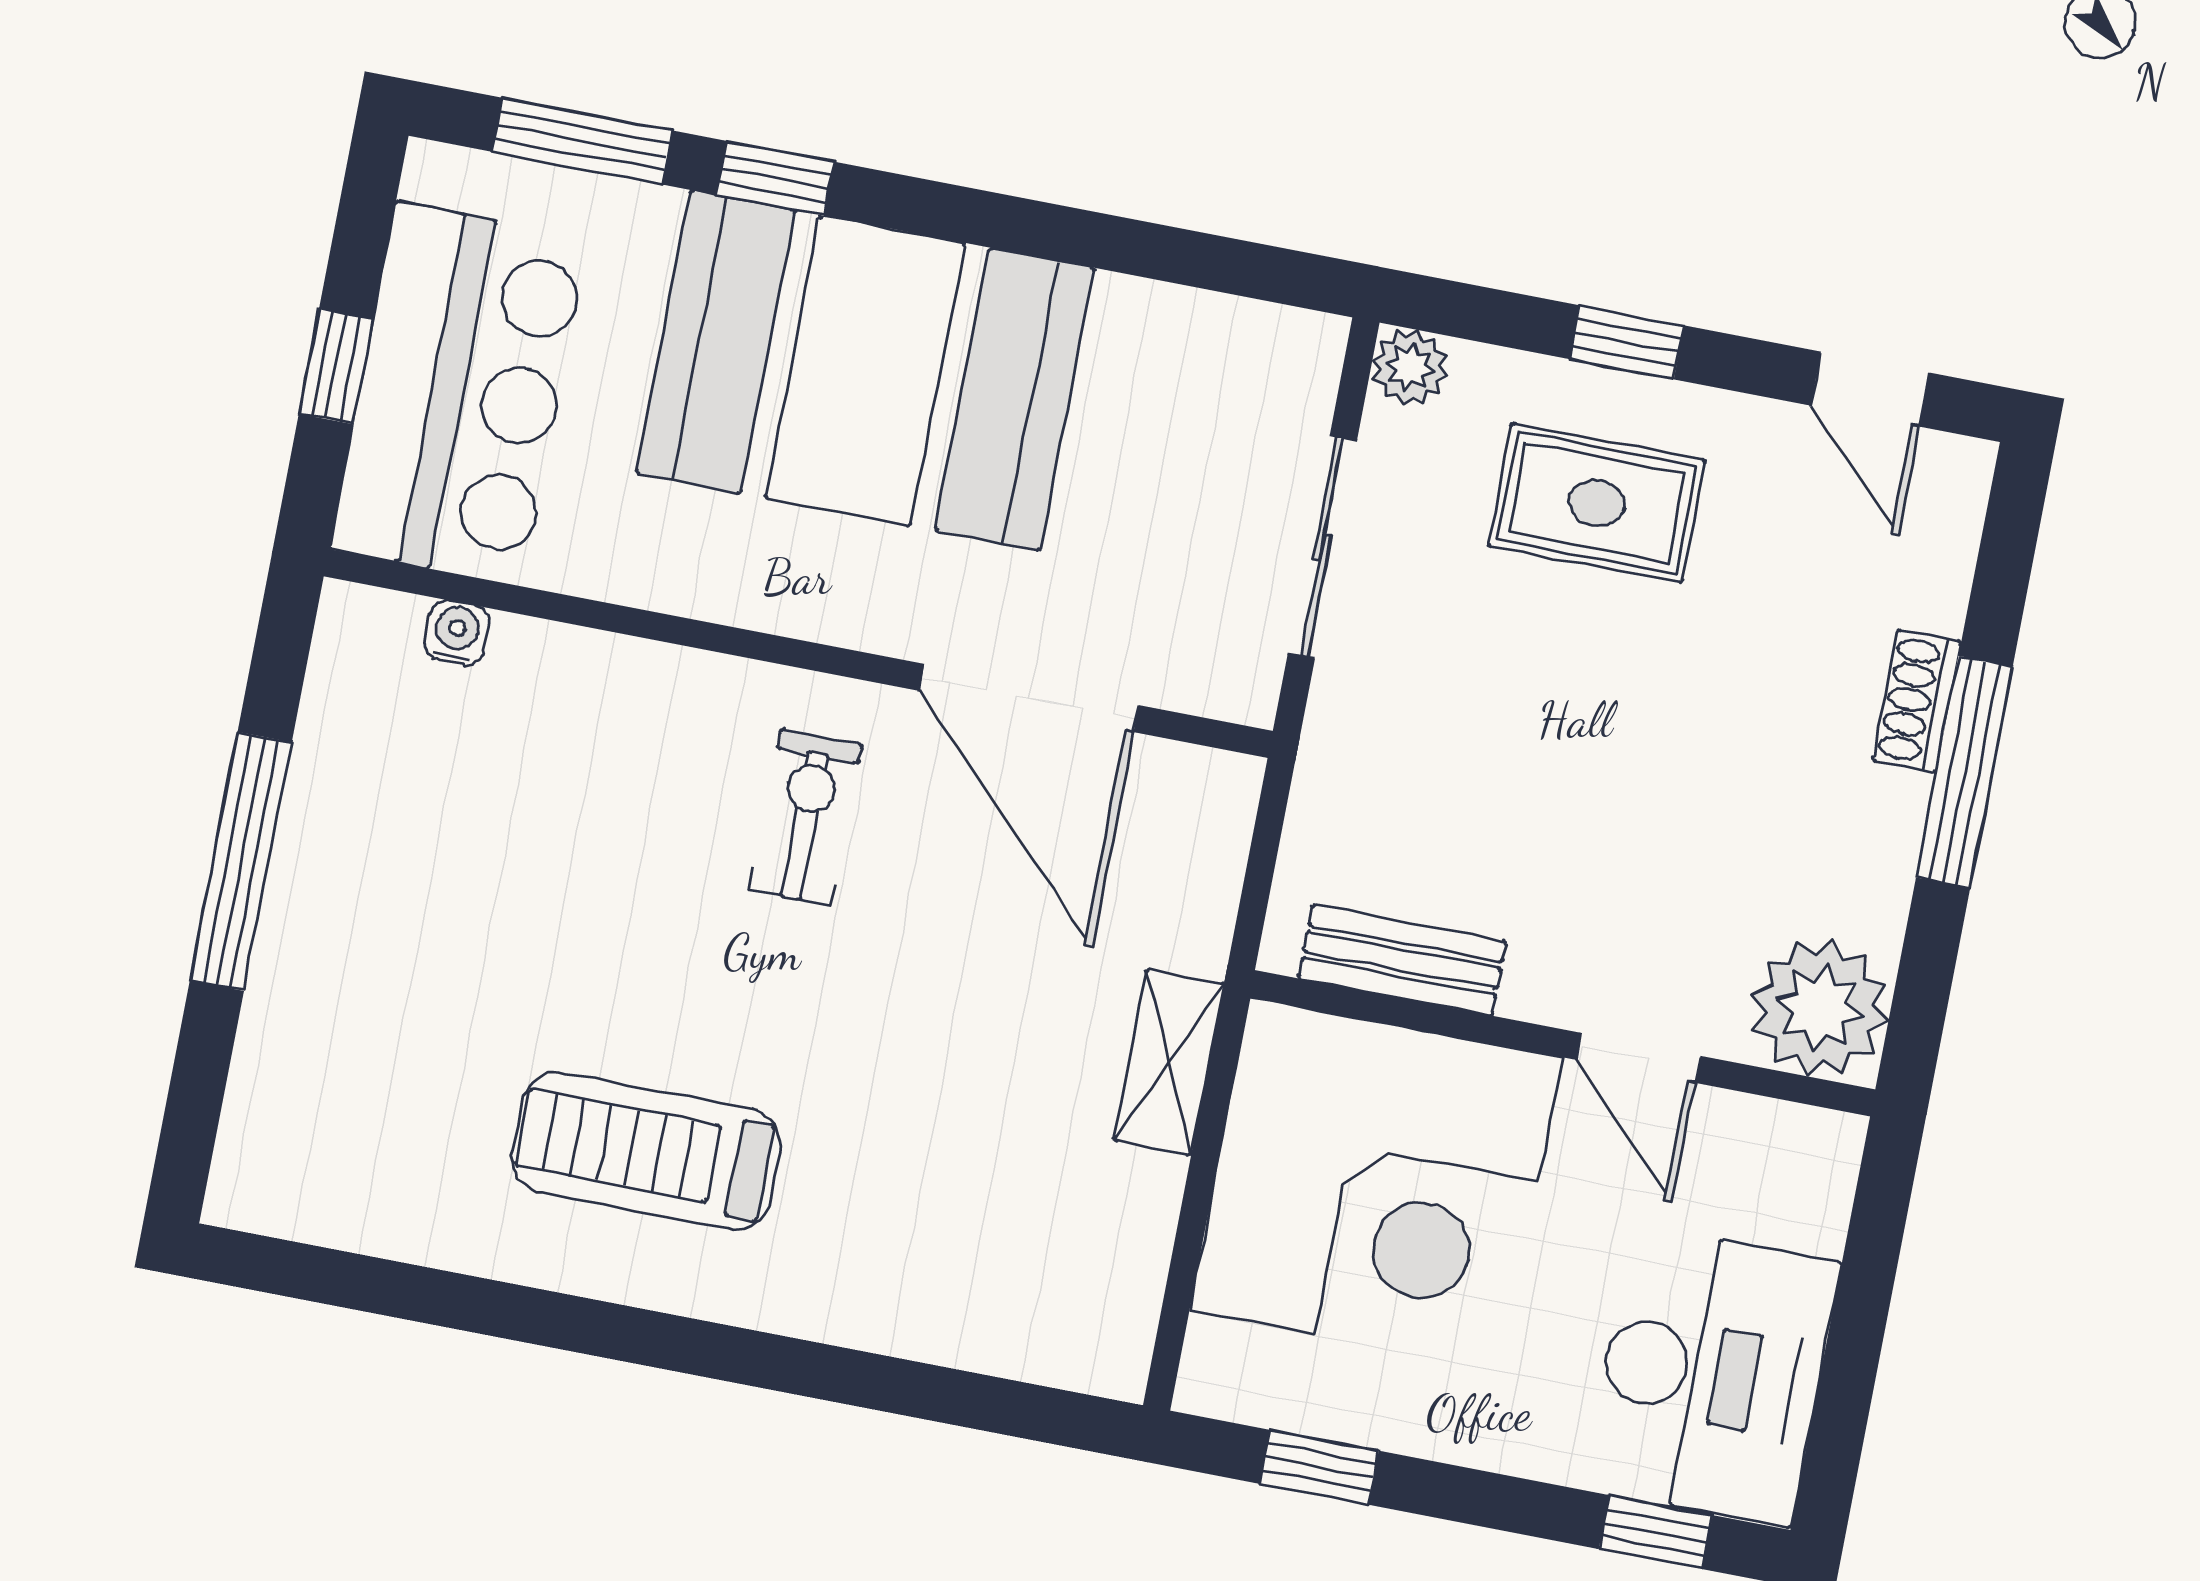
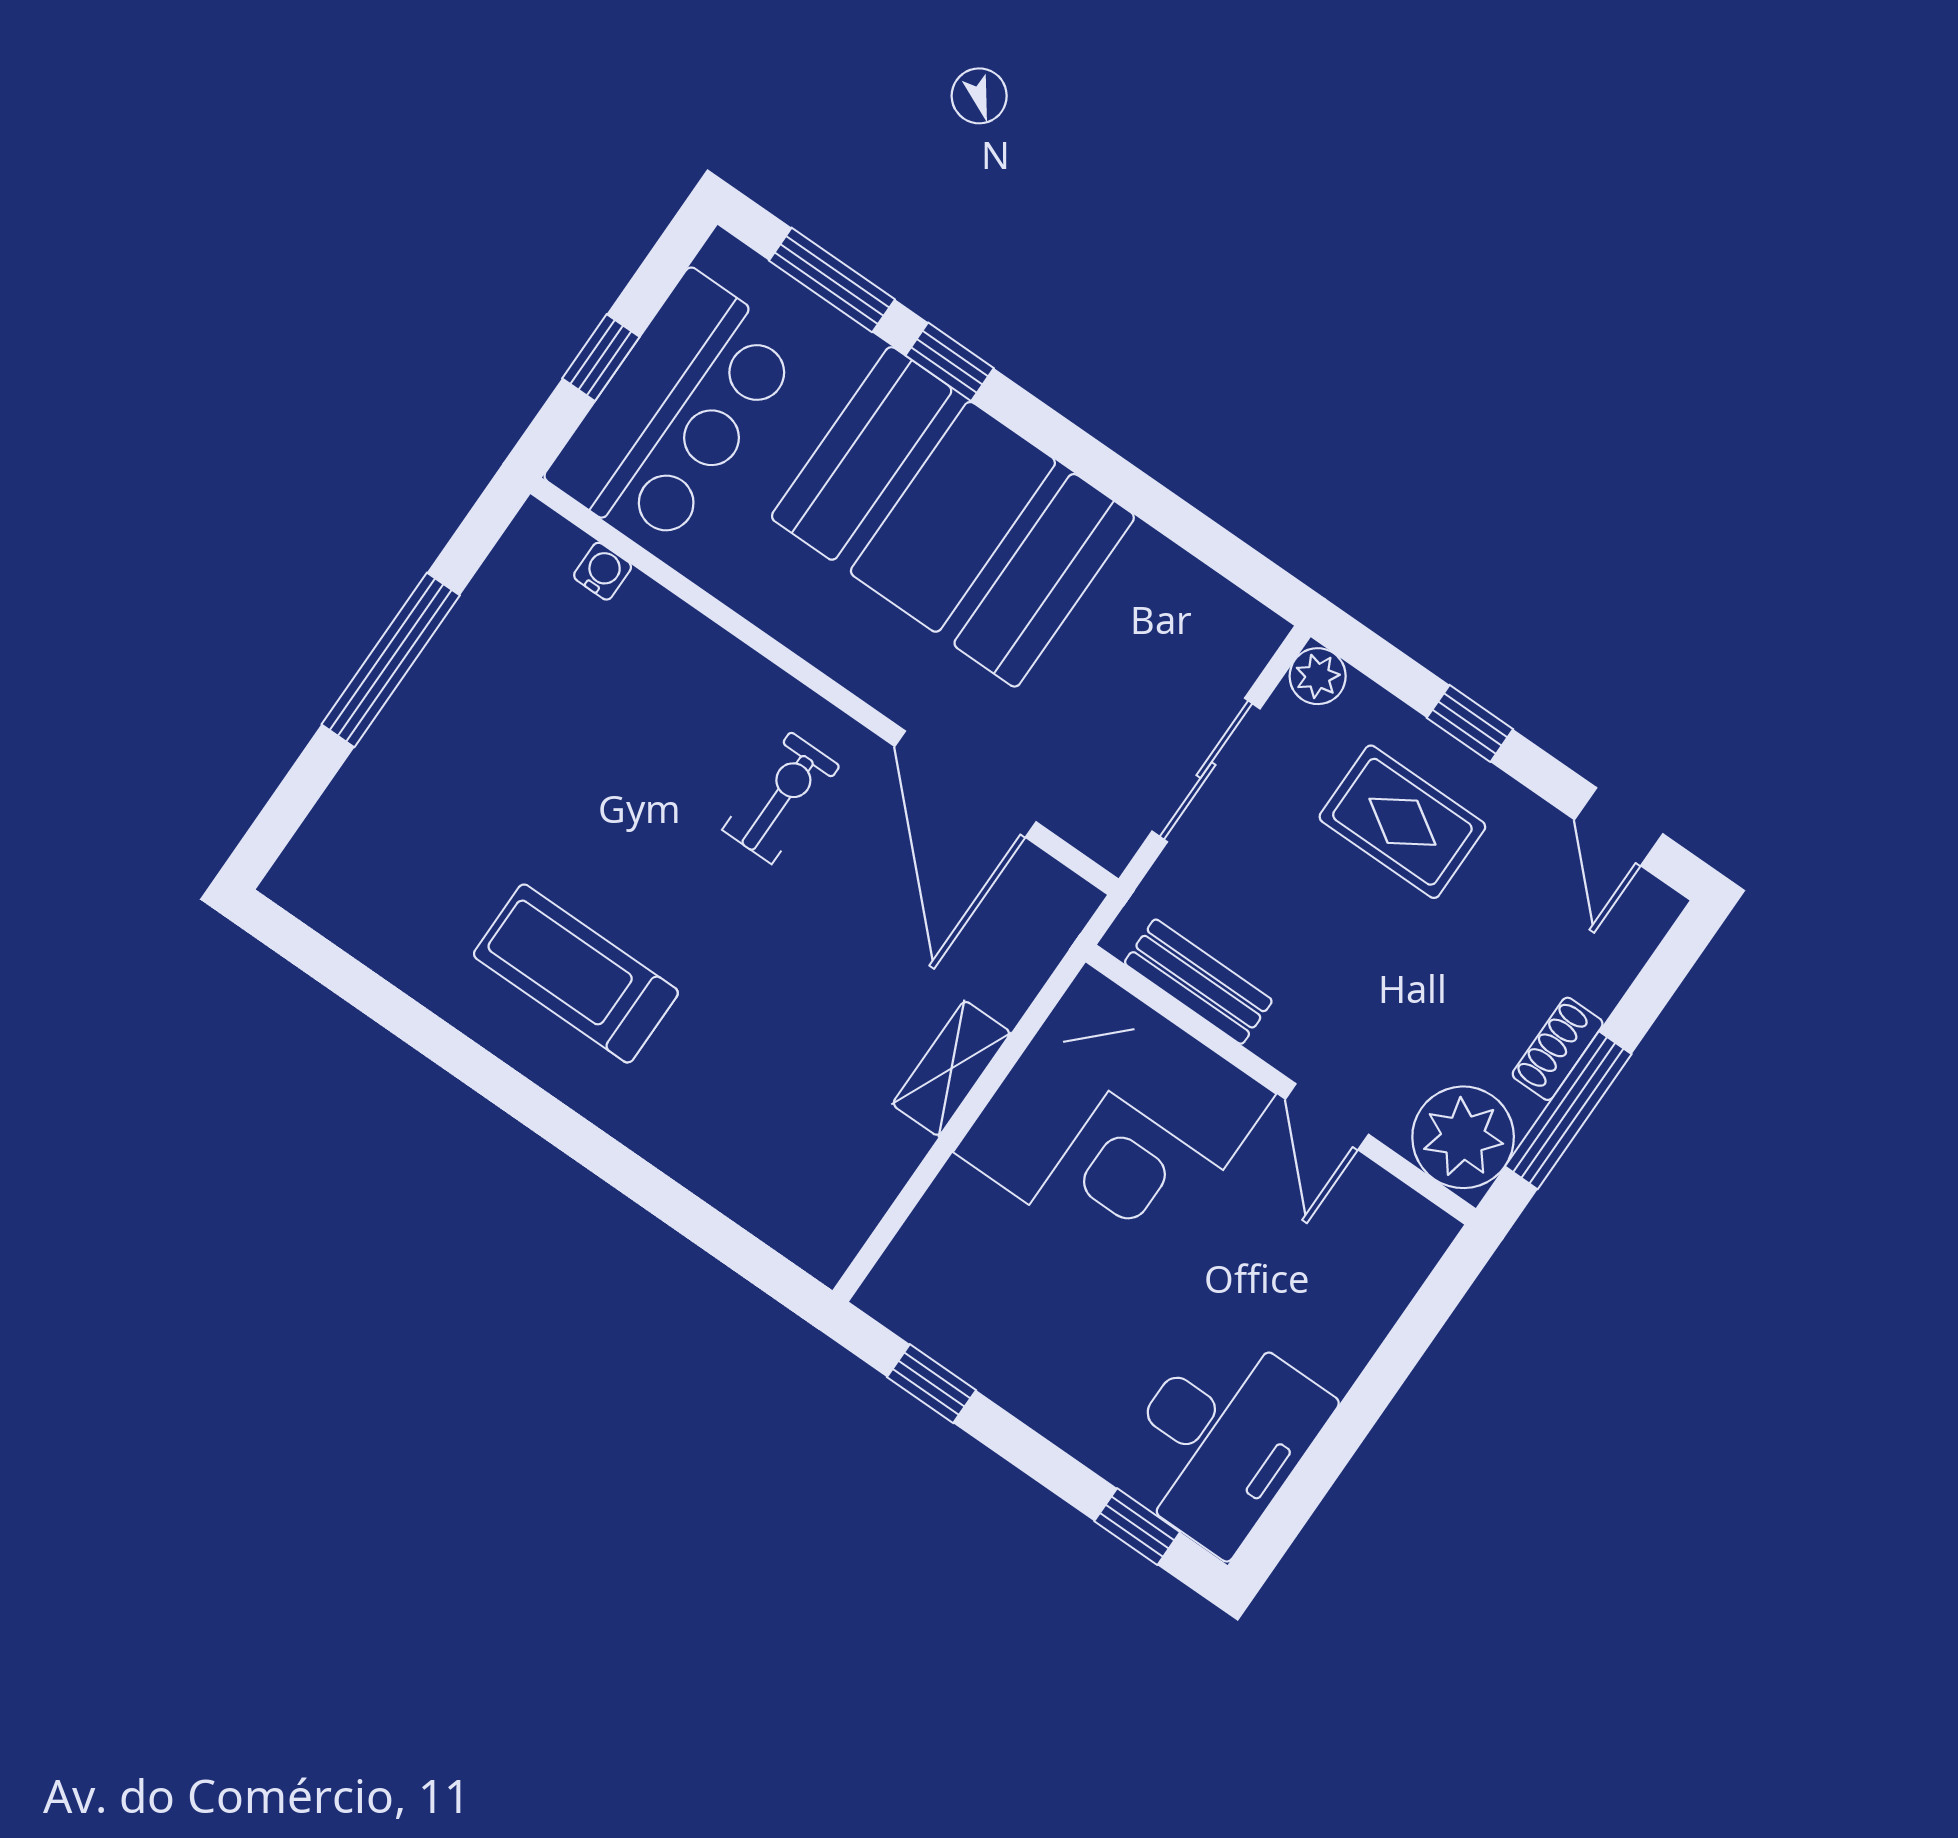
bench: (1402, 960) -> (1198, 982), moved
plant: (1820, 1008) -> (1463, 1137), moved
wall: (1562, 1043) -> (1281, 1085), moved
door: (1638, 1058) -> (1327, 1117), moved
corner desk: (1376, 1183) -> (1115, 1123), moved

